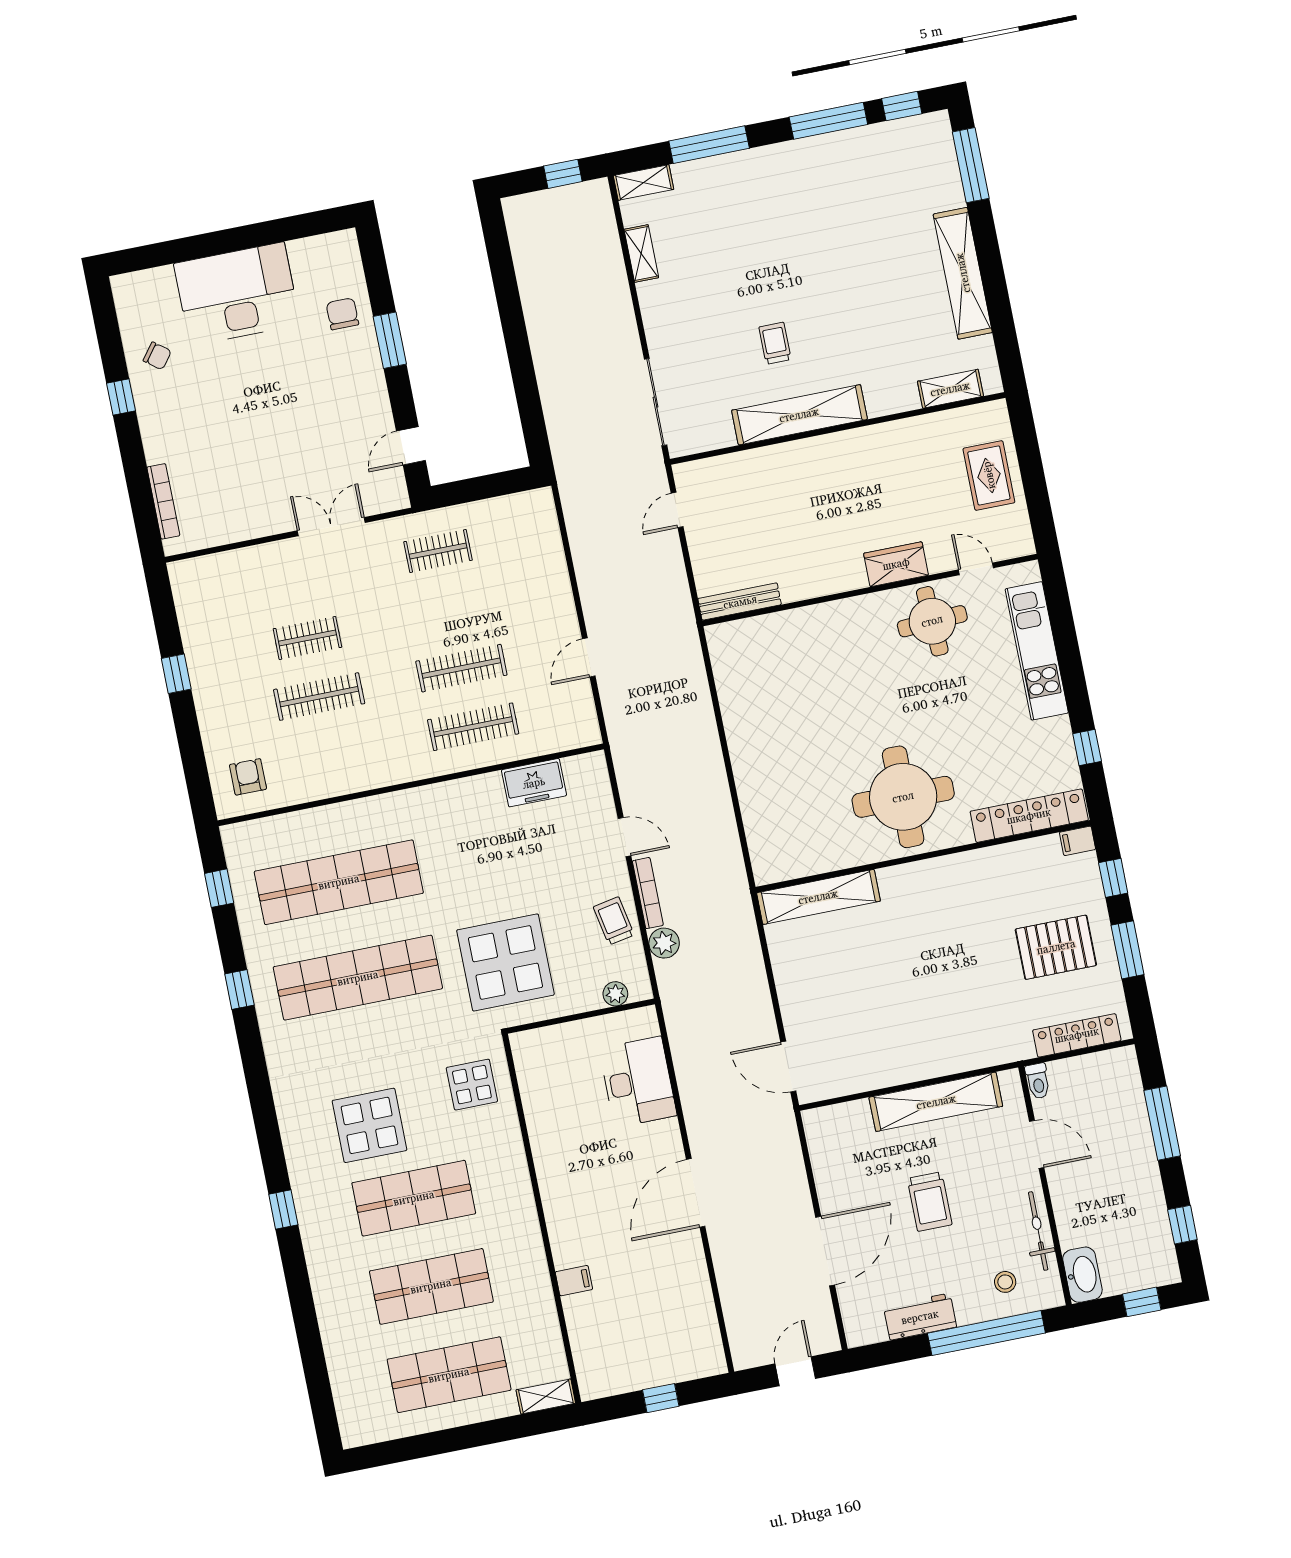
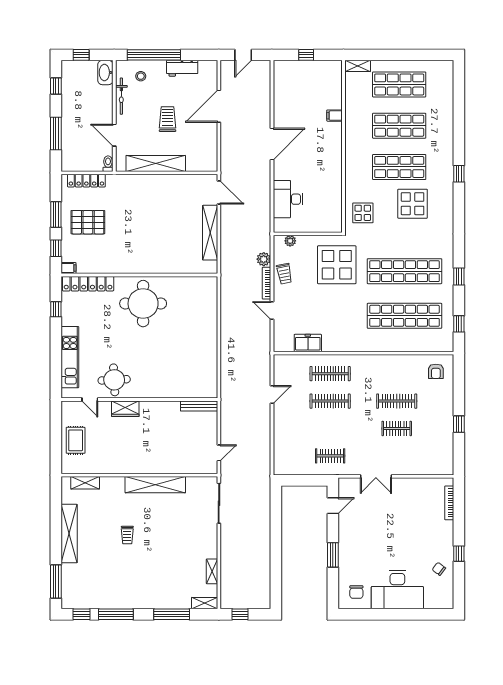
chair: (342, 314) -> (356, 592), moved
trolley: (775, 343) -> (127, 535), moved
shelving: (818, 897) -> (210, 233), moved, turned 90

